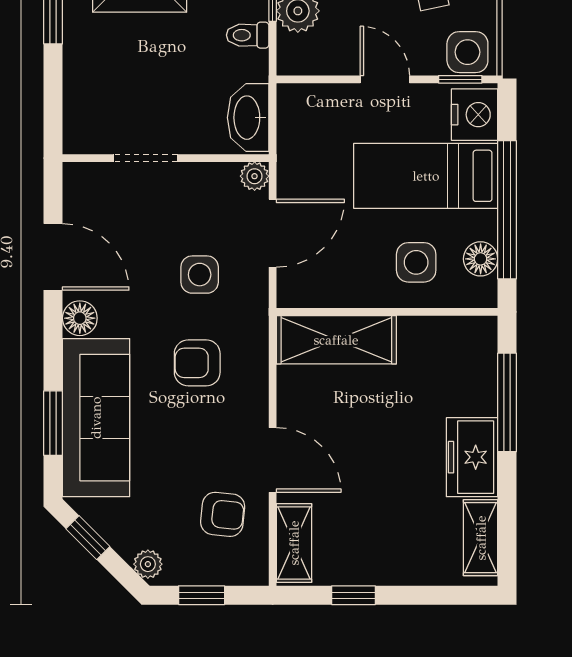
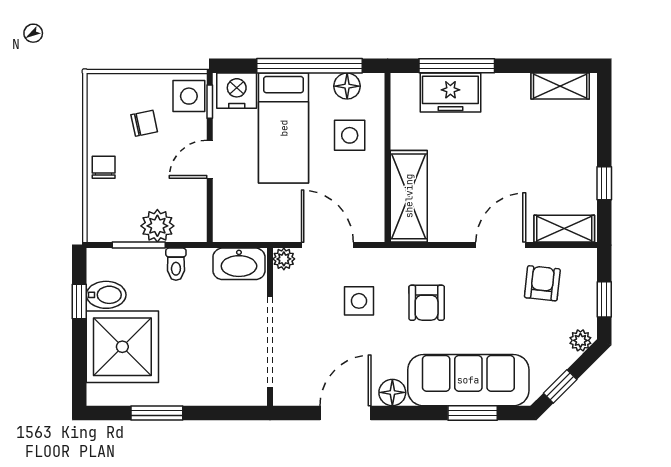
doorway: (145, 158) -> (270, 342), width x1.88
freezer: (472, 457) -> (450, 93), moved

